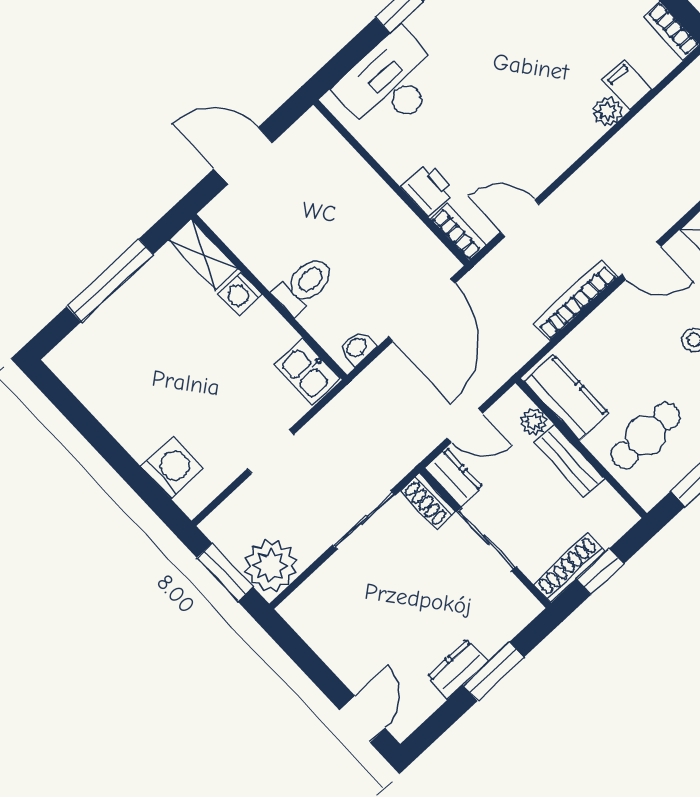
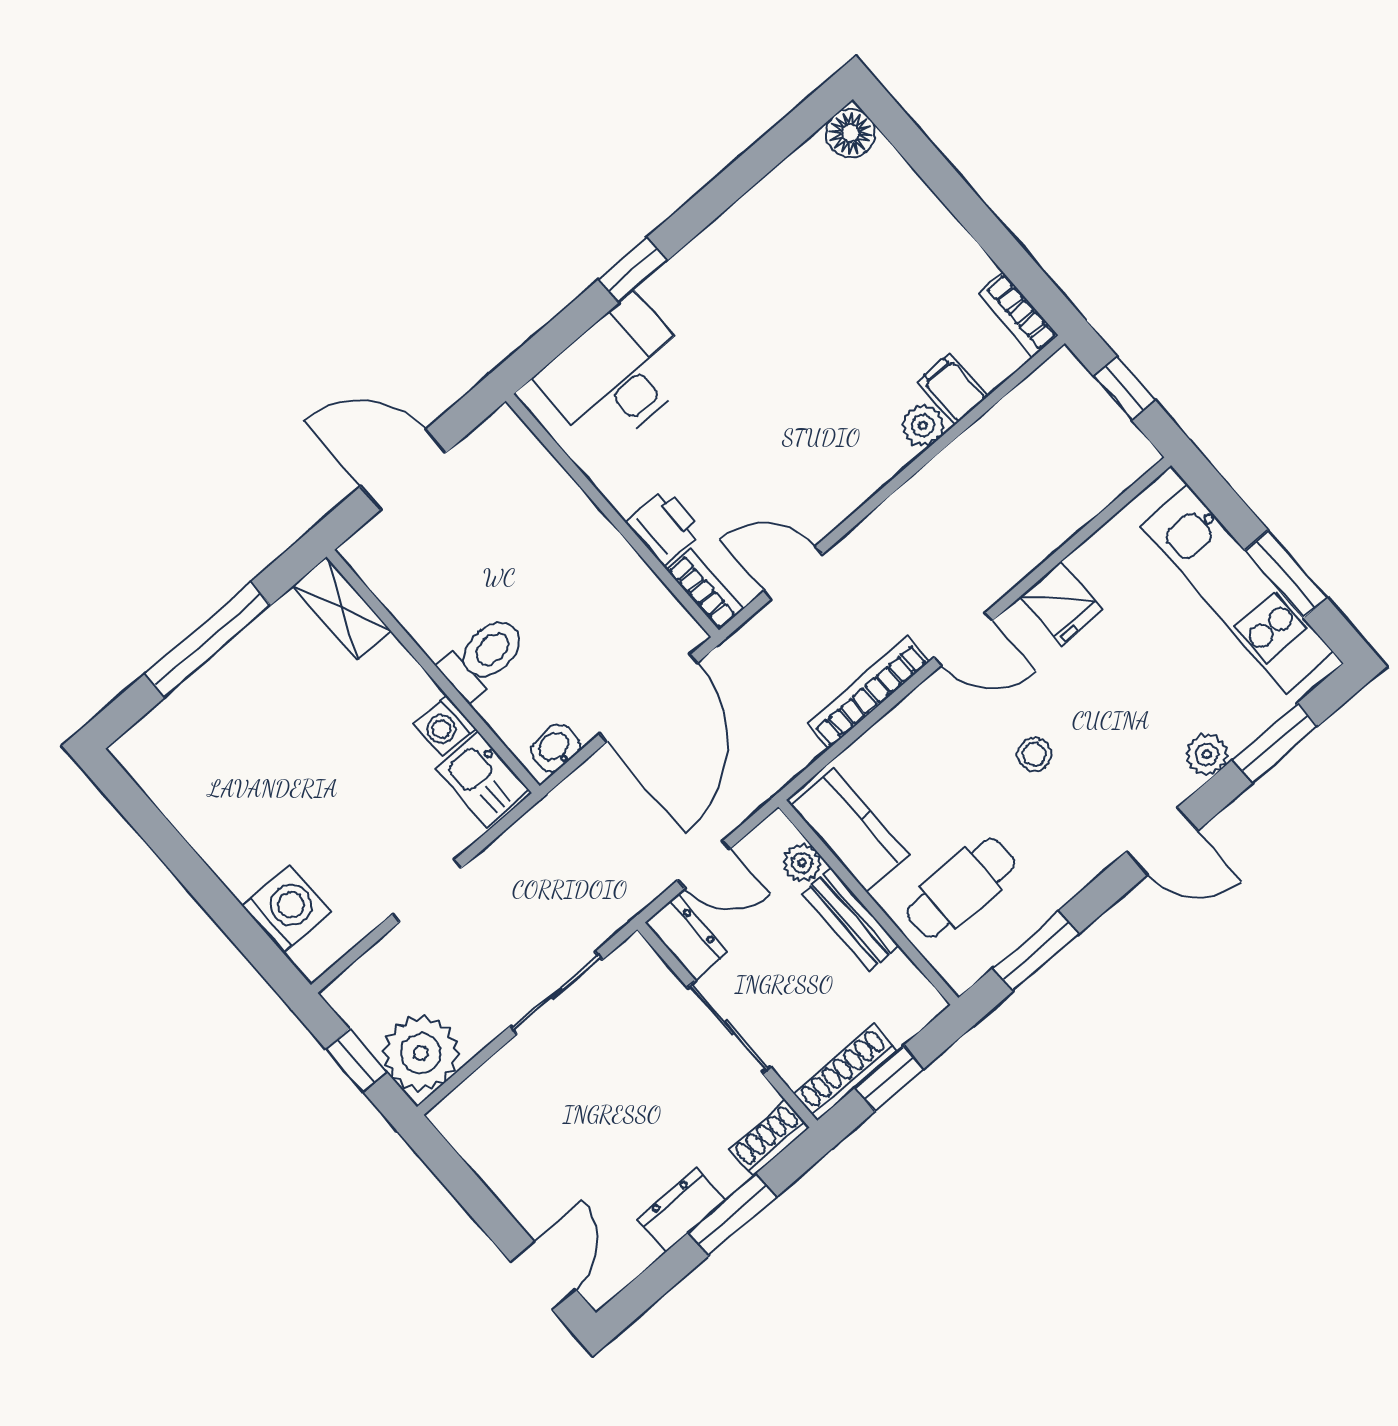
washing machine: (240, 294) -> (445, 726), moved
shoe rack: (428, 501) -> (769, 1138), moved, turned 90
window: (225, 572) -> (356, 1060), width x0.67

